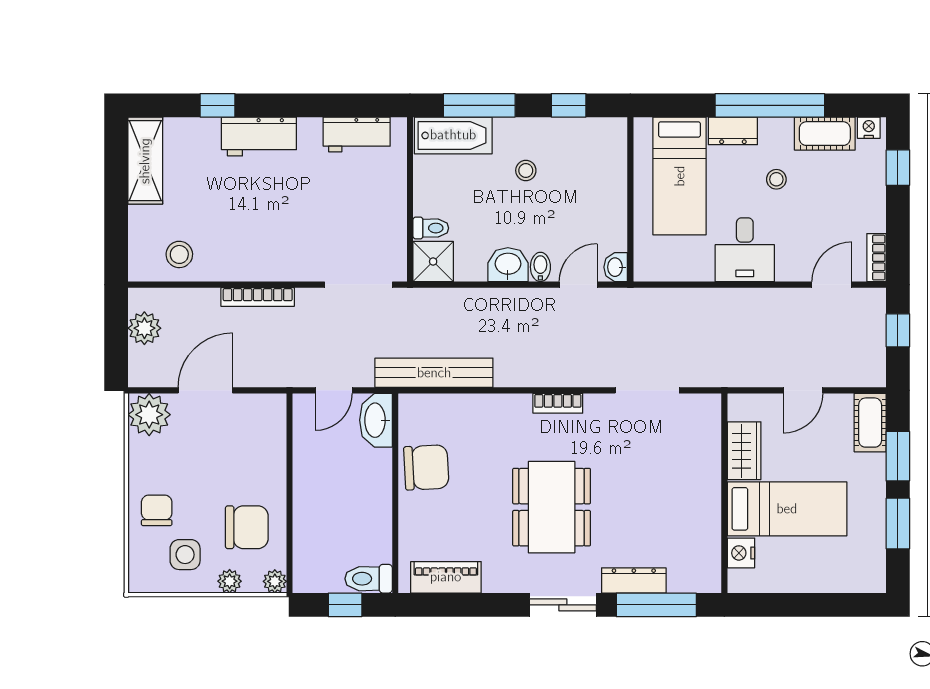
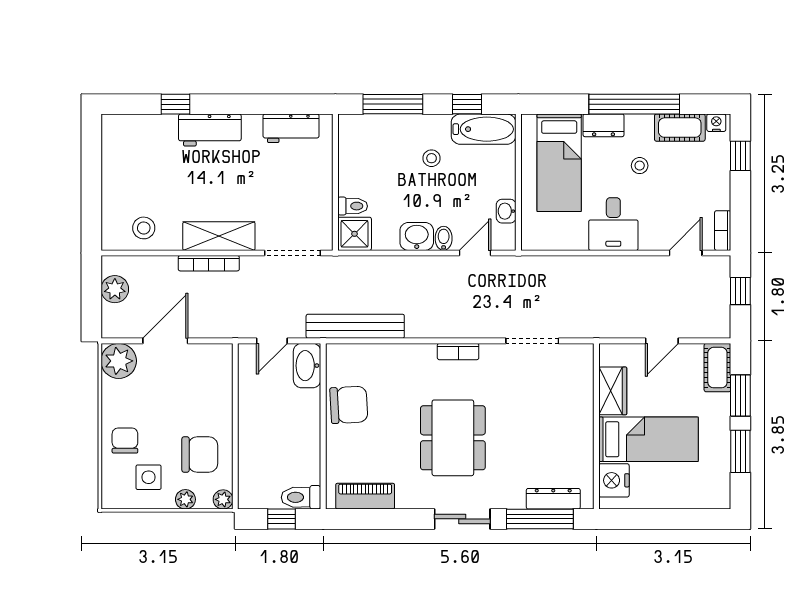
bathtub: (453, 135) -> (484, 129), moved
shelving: (145, 161) -> (219, 236), moved, turned 90
washbasin: (616, 267) -> (506, 211), moved
nightstand: (741, 553) -> (614, 480), width x1.36, depth x1.33
dresser: (634, 580) -> (553, 499), moved

